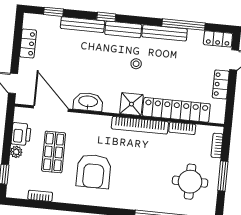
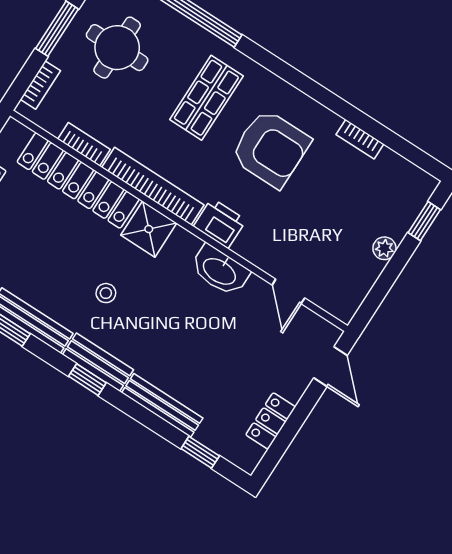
window: (106, 17) -> (87, 380), moved
door: (51, 109) -> (288, 291), width x0.53
printer: (21, 134) -> (220, 223), moved, turned 90
shop shelf: (54, 152) -> (206, 98), moved
armchair: (94, 171) -> (271, 148), turned 90
bookcase: (40, 196) -> (360, 139), moved

